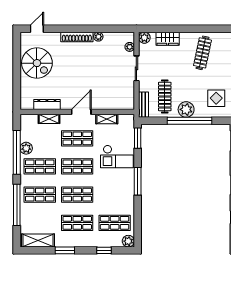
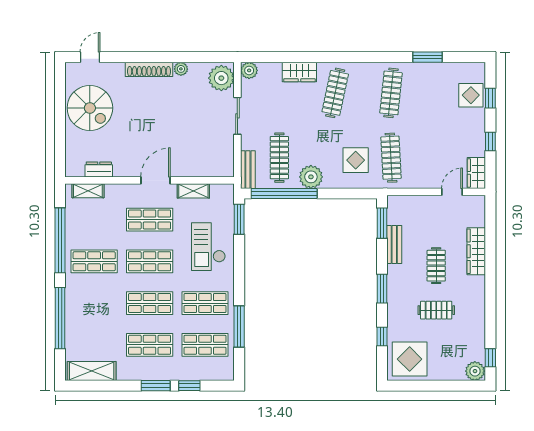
wardrobe: (168, 39) -> (299, 72), moved
plant: (130, 47) -> (221, 78), width x1.88, depth x1.88
dresser: (47, 104) -> (99, 169), width x0.70
shelving: (49, 119) -> (88, 191), moved
window: (190, 121) -> (284, 193), moved
plant: (26, 148) -> (74, 234), removed
checkout: (117, 157) -> (208, 247), turned 90
window: (138, 181) -> (239, 326), moved
shop shelf: (40, 195) -> (205, 303), moved
plant: (128, 241) -> (225, 372), removed
window: (65, 250) -> (156, 386), moved

